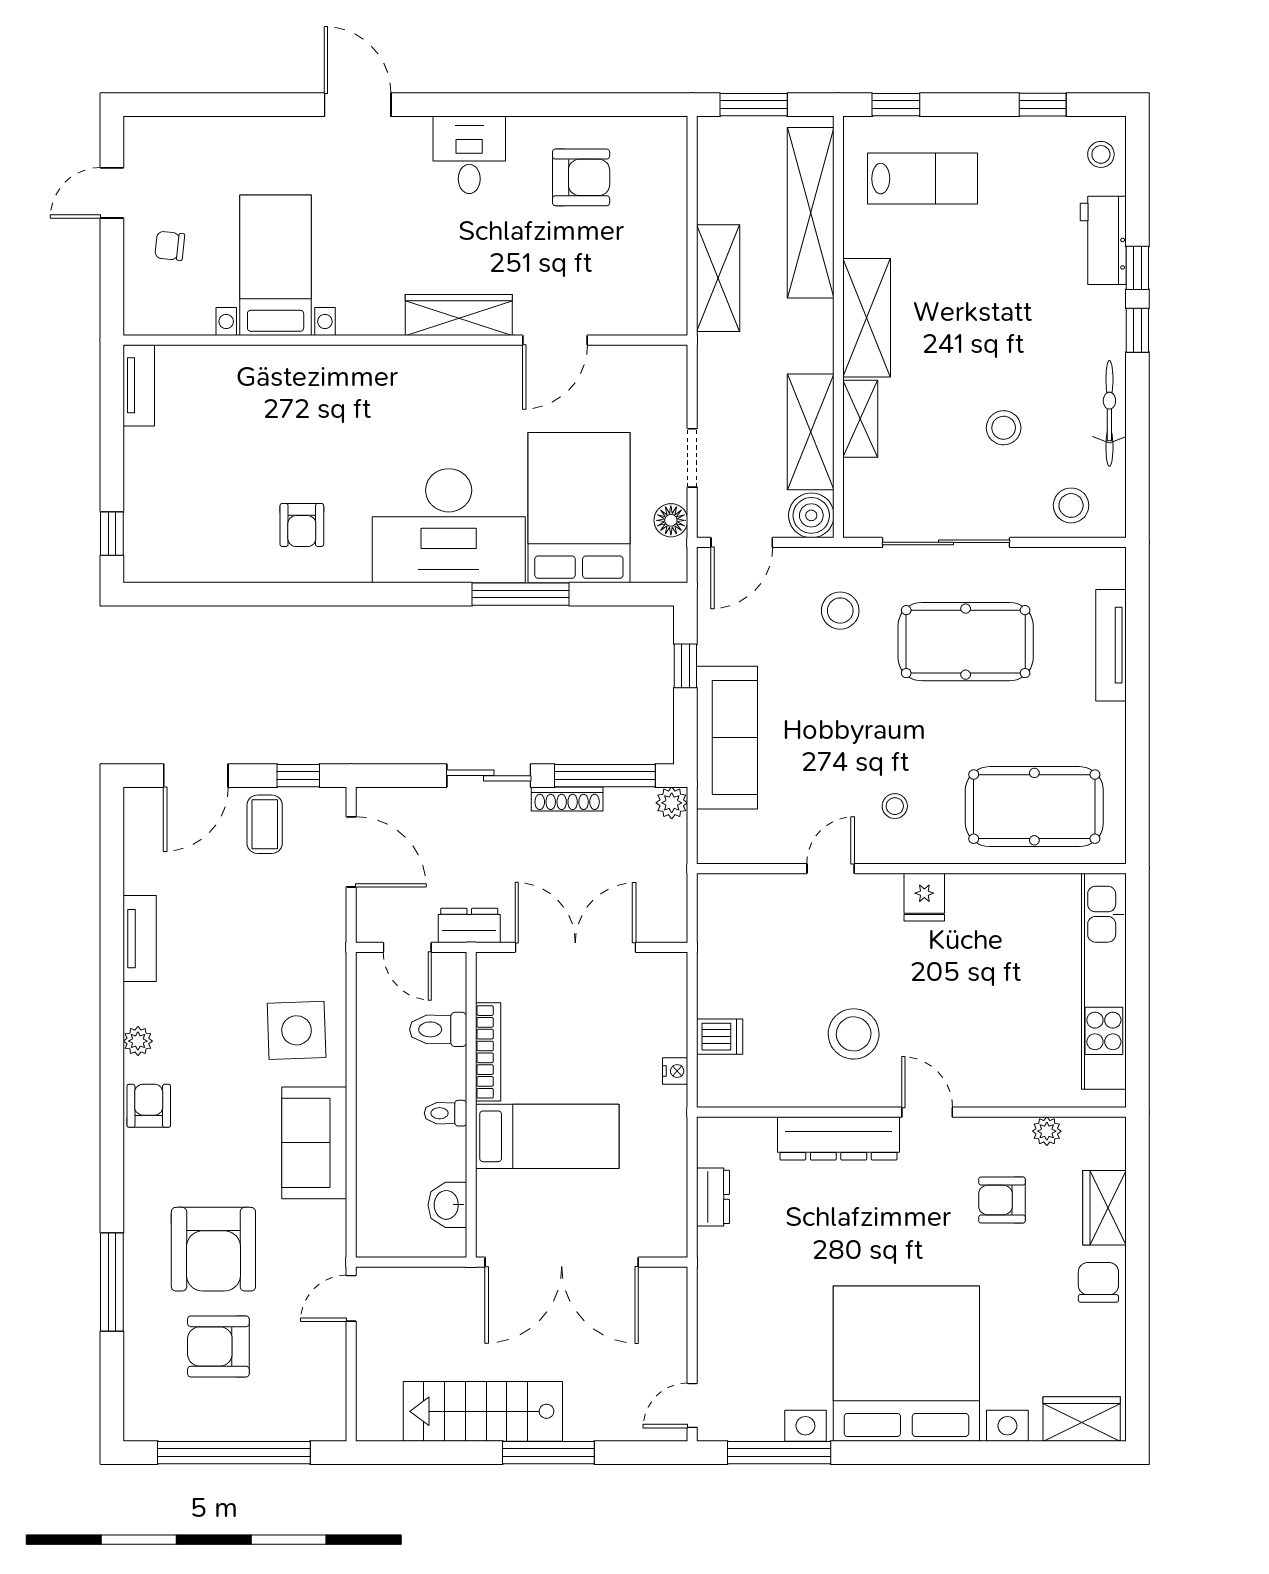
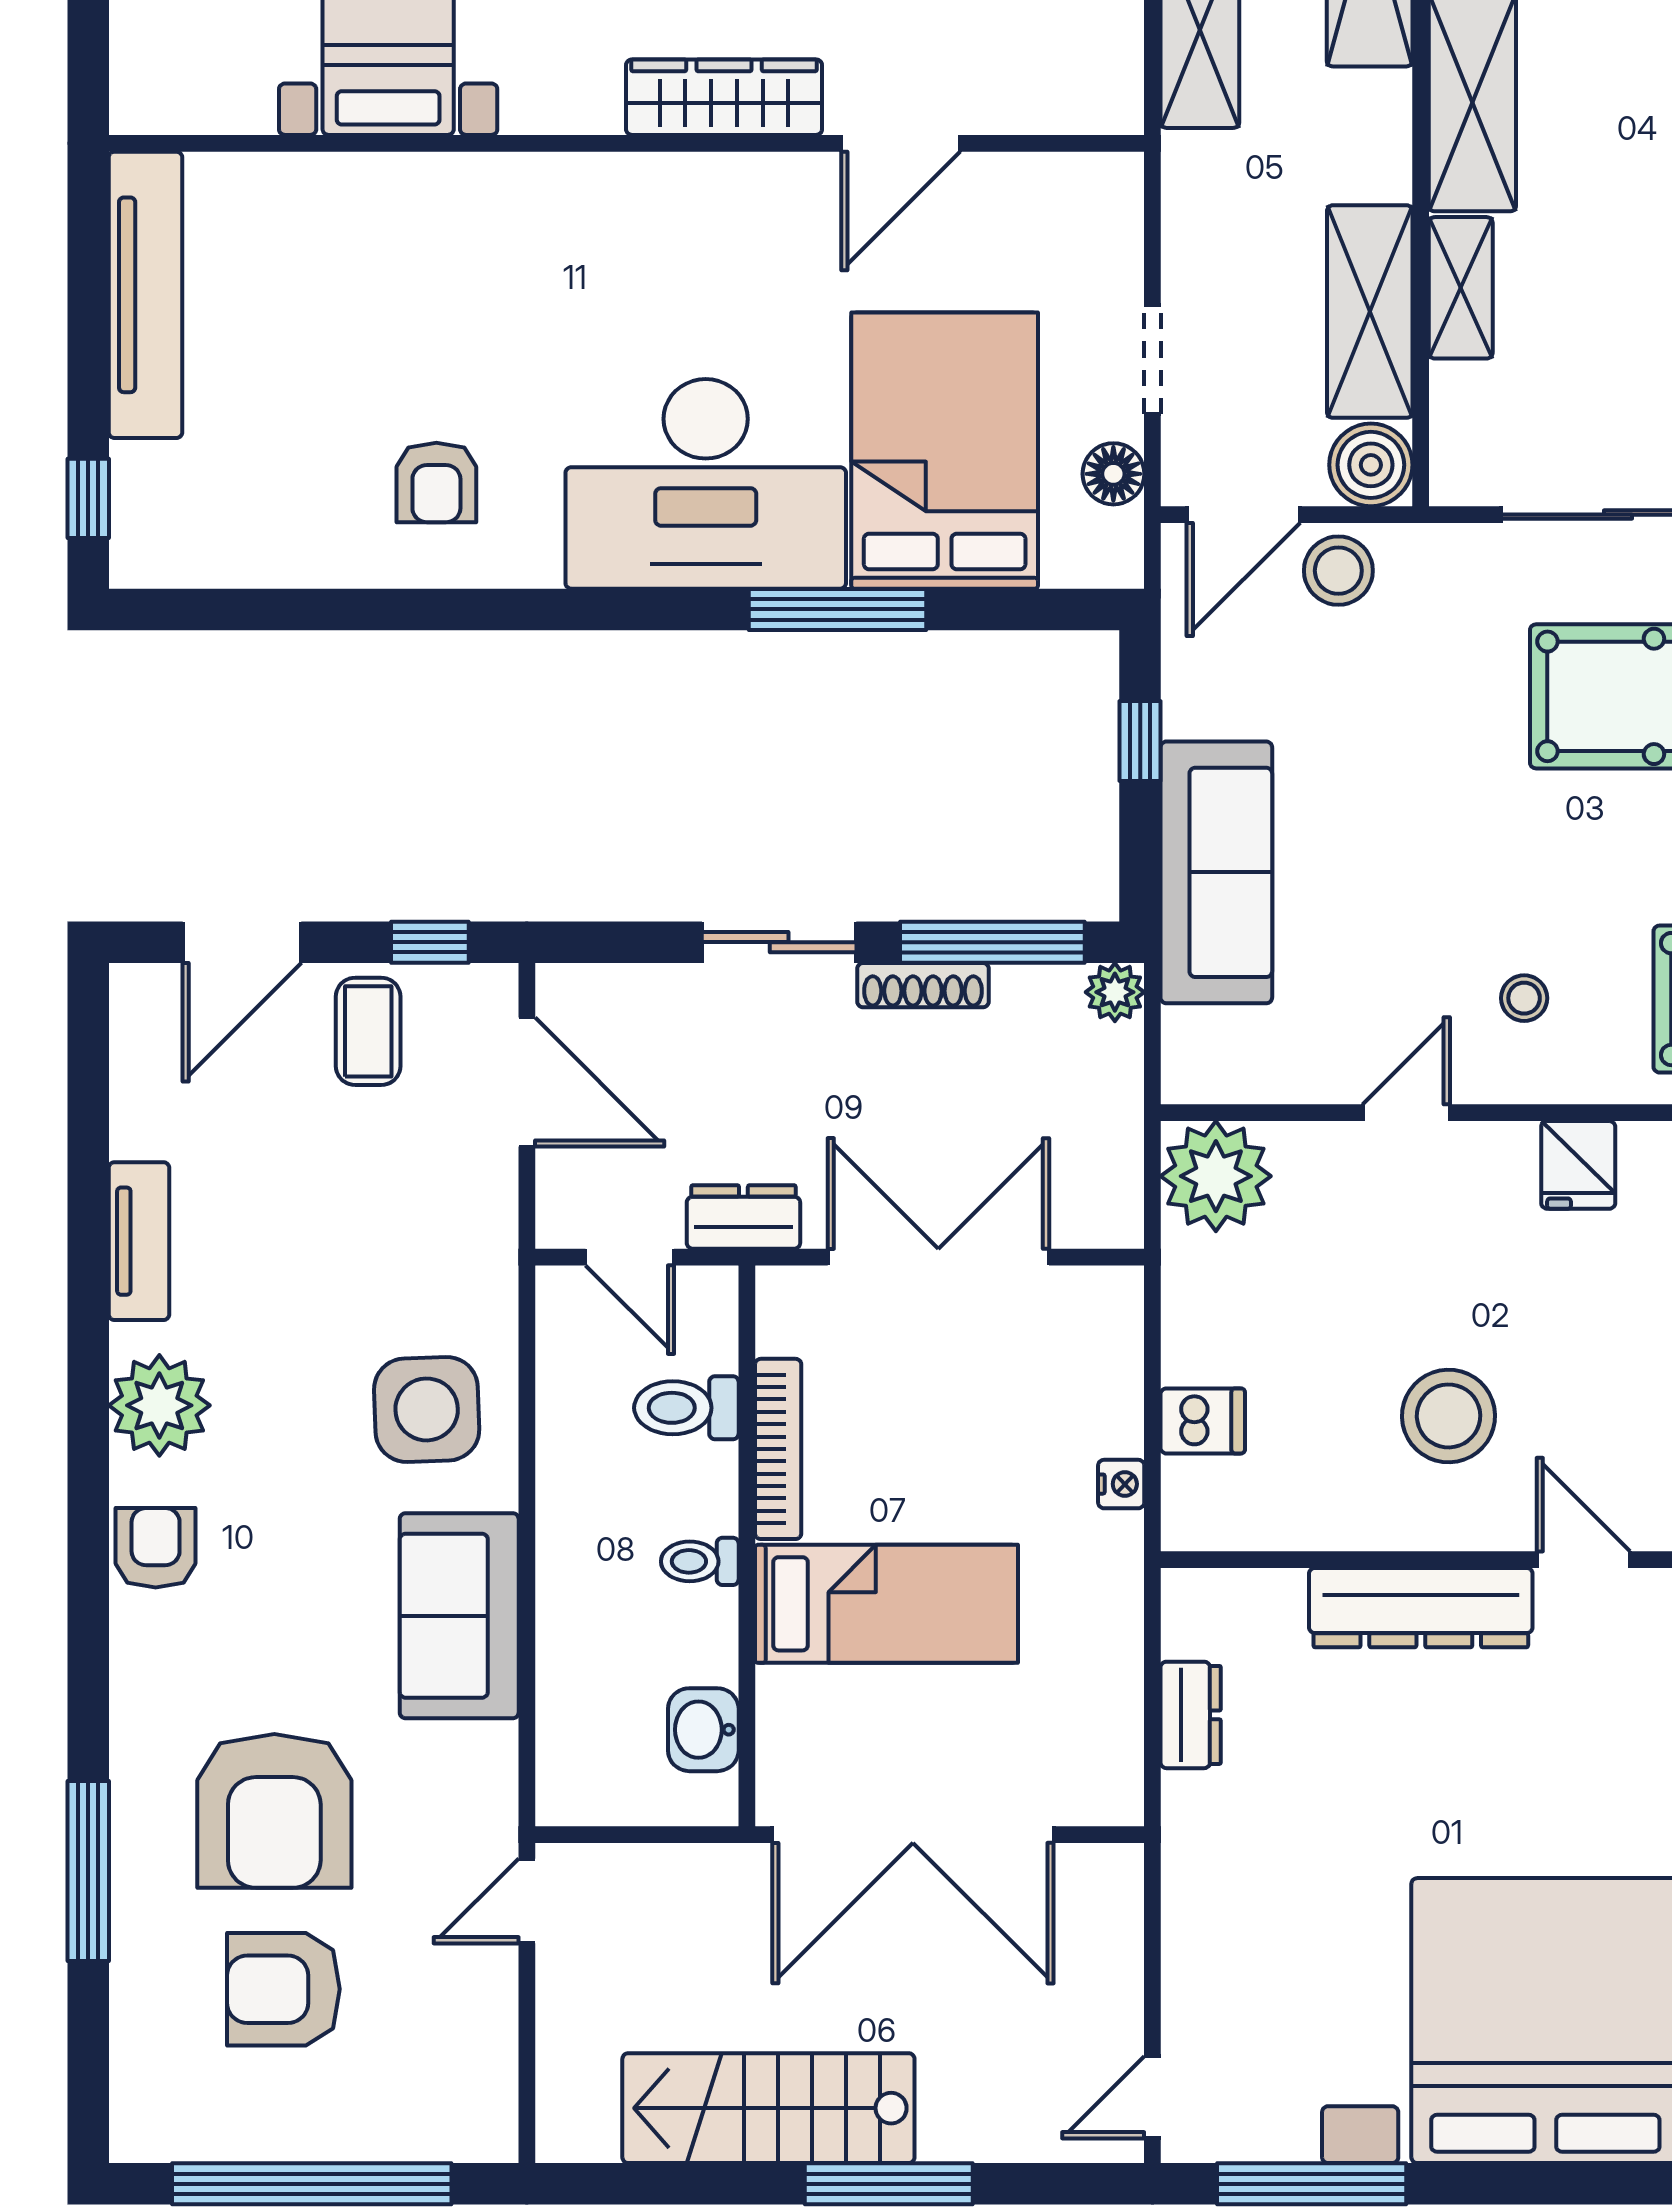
tv unit: (139, 385) -> (145, 295), width x1.92, depth x1.29
stool: (840, 611) -> (1338, 571), moved
plant: (727, 903) -> (1216, 1176), added
plant: (138, 1041) -> (159, 1405), width x1.88, depth x1.88

